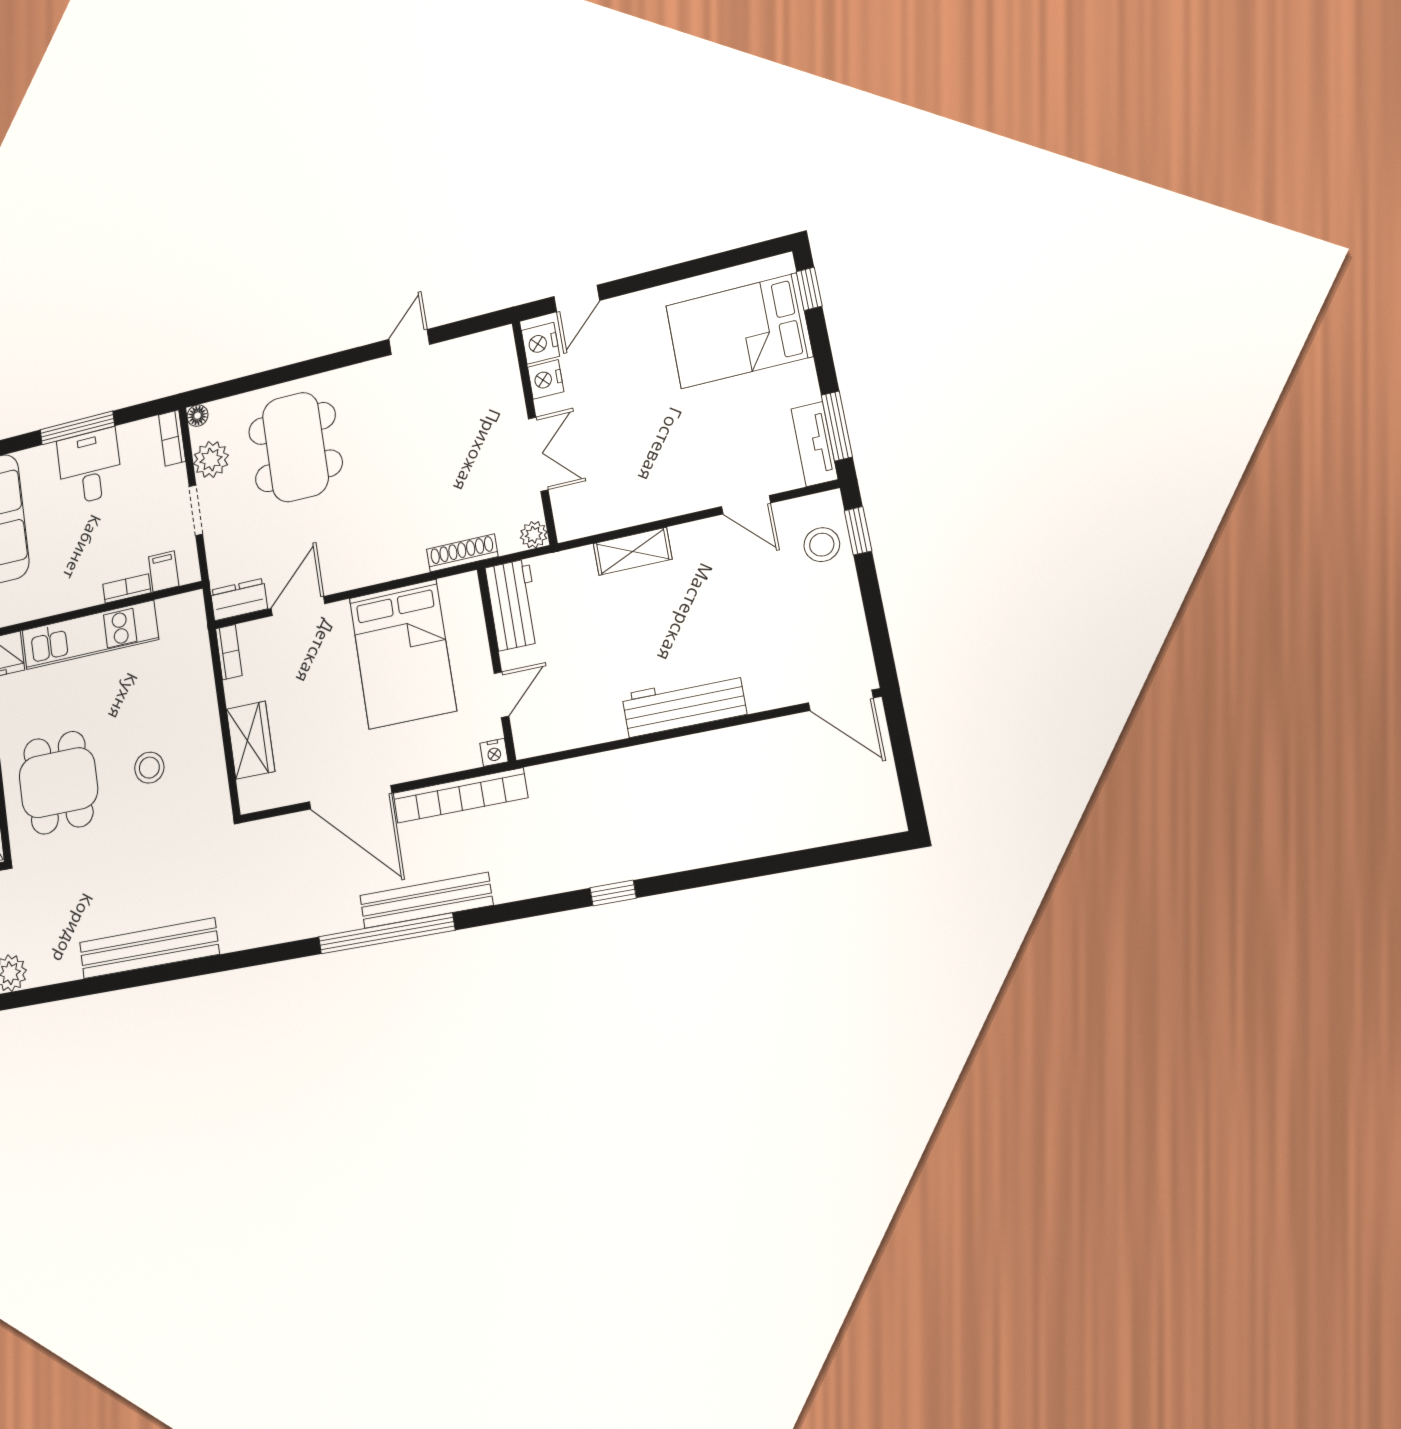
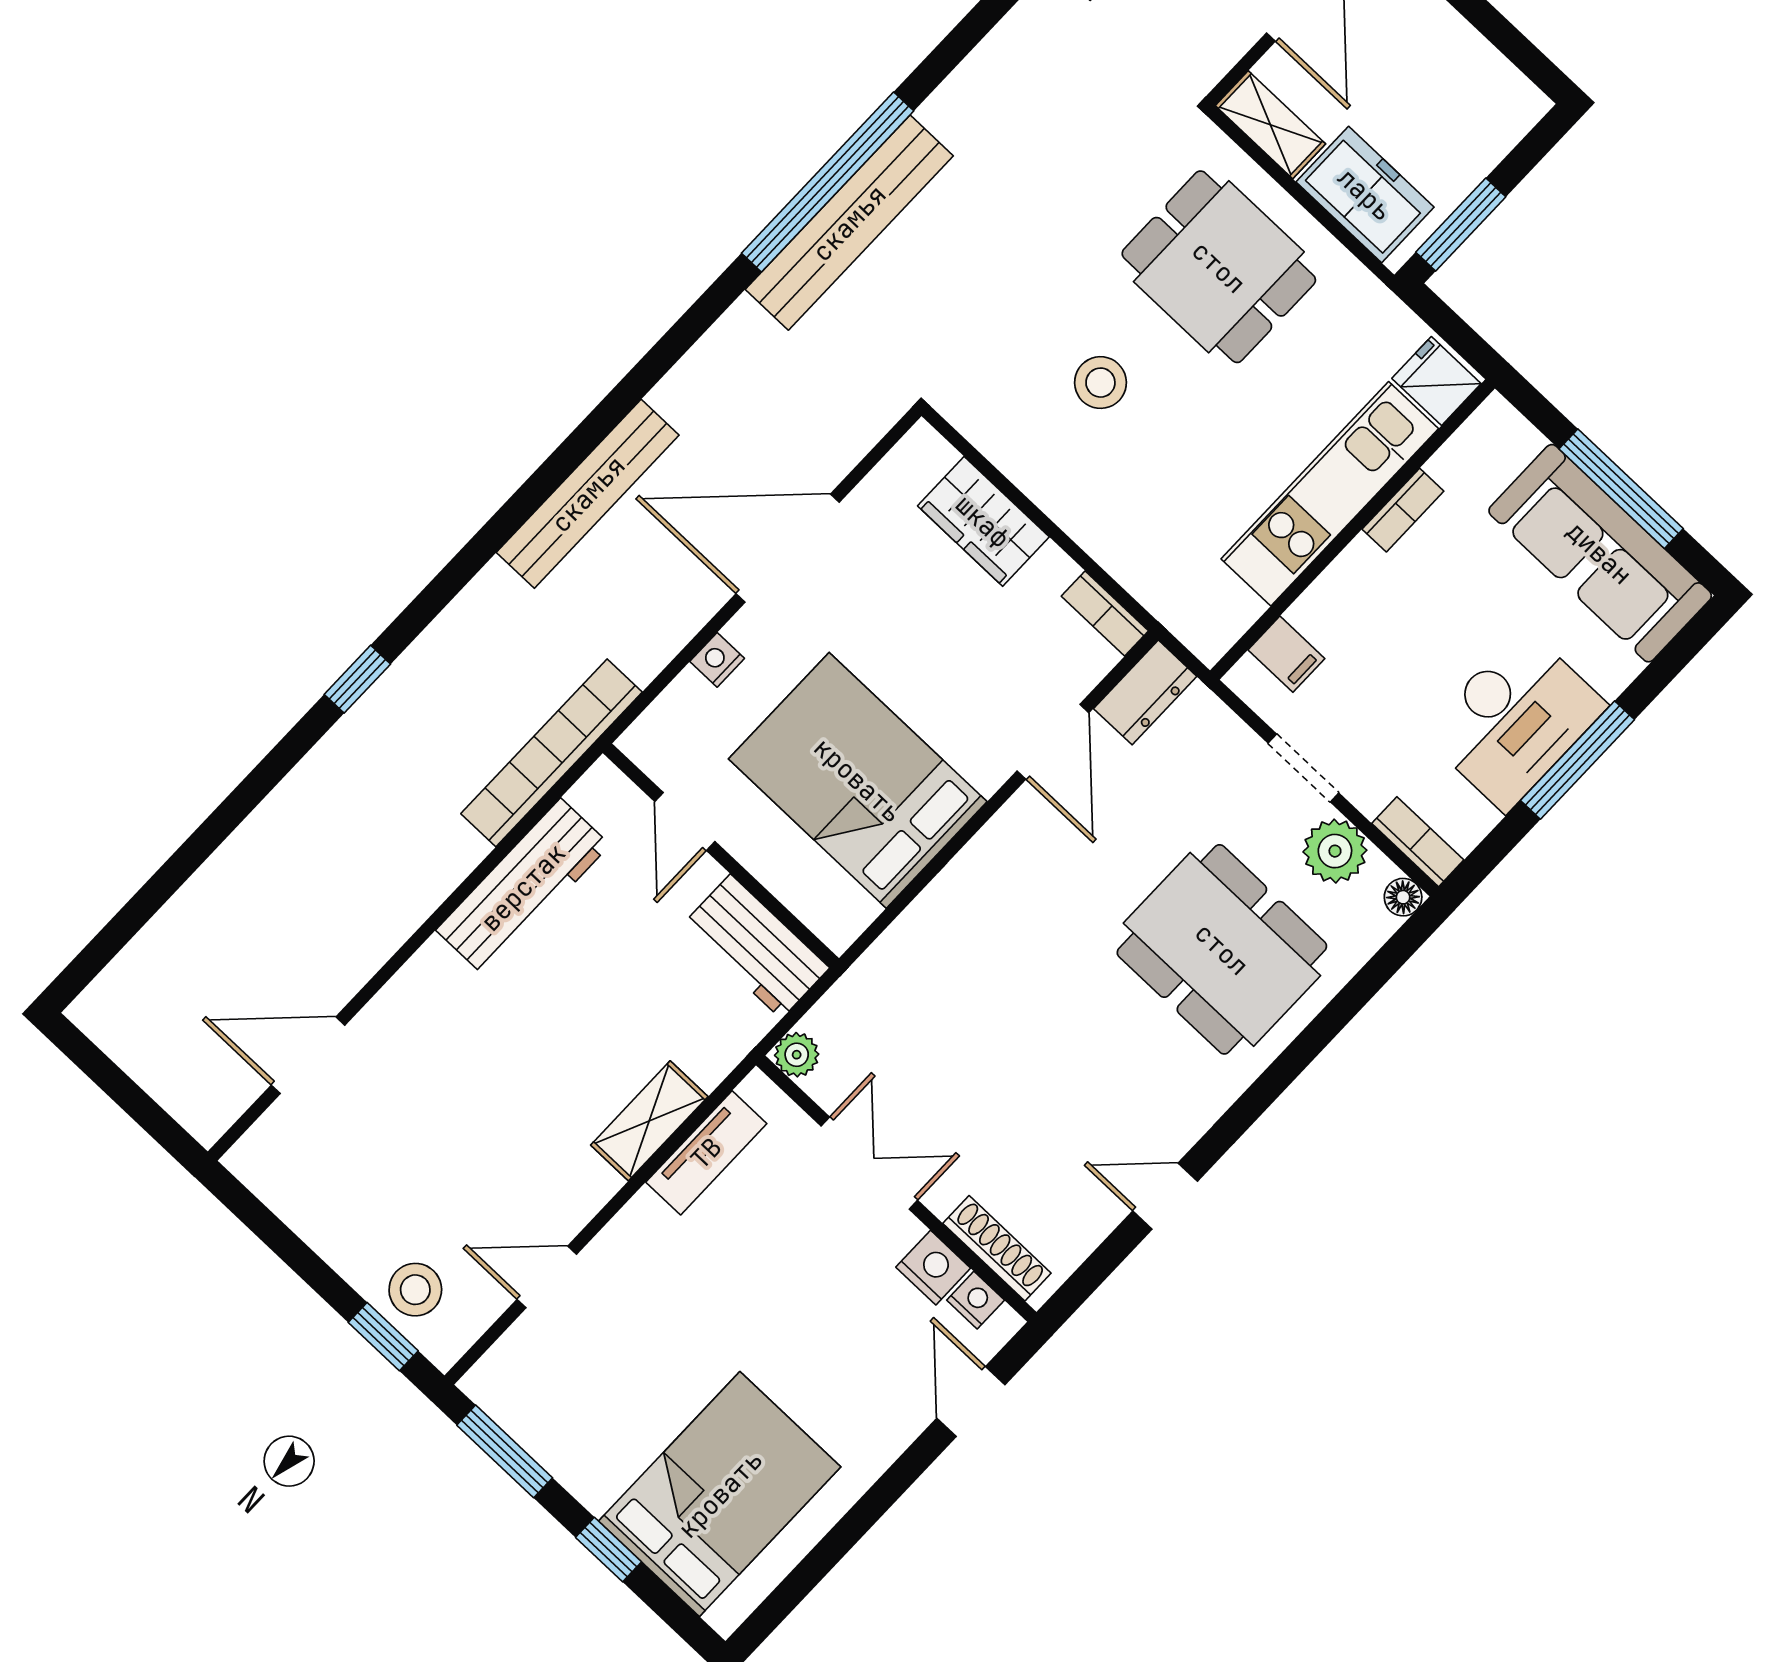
window: (809, 289) -> (608, 1550), moved
door: (409, 342) -> (1165, 1196), swing flipped
nightstand: (540, 343) -> (976, 1300), width x0.72, depth x0.74
tv unit: (814, 444) -> (706, 1153), moved, turned 90
double door: (538, 454) -> (869, 1163), swing flipped
desk: (90, 467) -> (1515, 720), width x1.37
shoe rack: (462, 553) -> (997, 1248), moved, turned -90
bookcase: (127, 588) -> (1403, 510), moved
door: (841, 700) -> (308, 1055), moved
workbench: (684, 704) -> (523, 887), moved
nightstand: (494, 752) -> (717, 660), moved
bookcase: (460, 795) -> (552, 753), moved
window: (386, 933) -> (828, 182), moved
bench: (149, 948) -> (849, 223), moved

